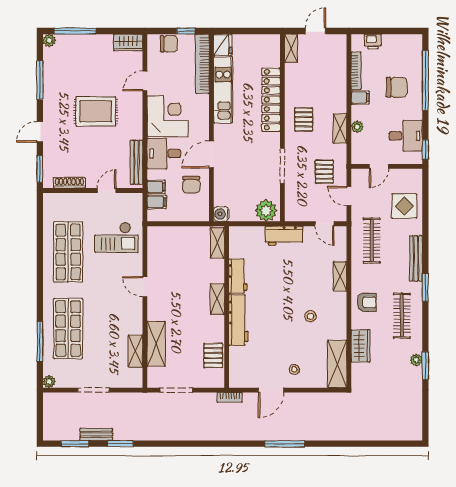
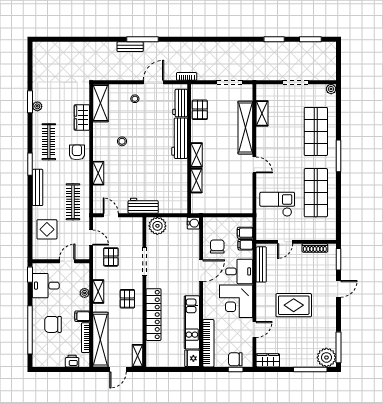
window: (186, 31) -> (236, 369), moved
plant: (49, 40) -> (326, 357), width x1.88, depth x1.88
shelving: (337, 68) -> (100, 340), added
window: (40, 80) -> (338, 347), moved
shelving: (217, 243) -> (196, 181), moved
workbench: (238, 276) -> (180, 103), moved
armchair: (367, 302) -> (77, 152), turned 90
window: (40, 341) -> (338, 156), moved
shelving: (156, 344) -> (245, 128), width x1.47
bench: (96, 434) -> (130, 47), moved

